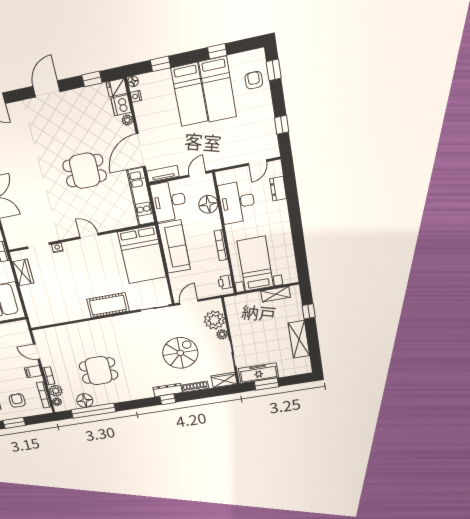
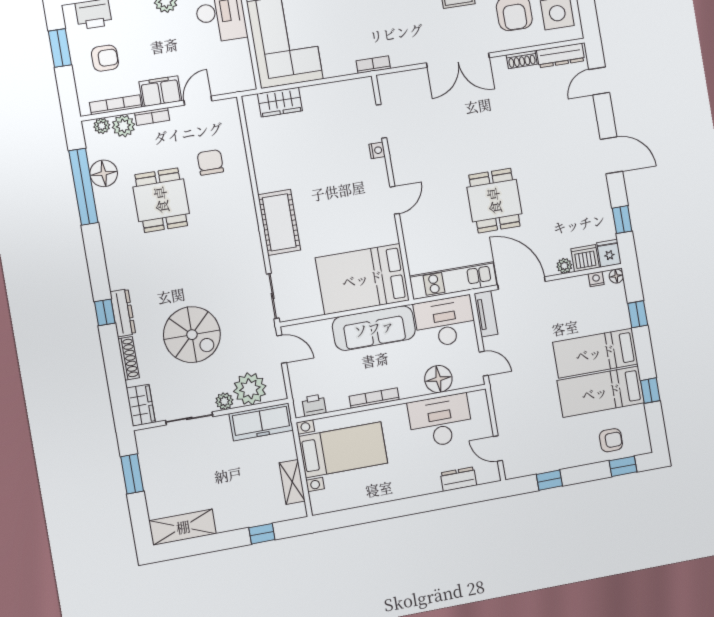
wardrobe: (23, 273) -> (280, 102), moved
shelving: (299, 339) -> (183, 527), moved
chair: (73, 344) -> (210, 162), added
filing cabinet: (33, 372) -> (160, 91), width x2.00
freezer: (259, 373) -> (261, 422), moved, turned 90

